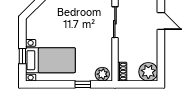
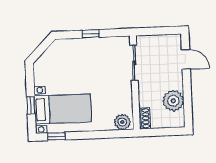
plant: (148, 72) -> (173, 101), moved
window: (83, 84) -> (56, 136), moved

